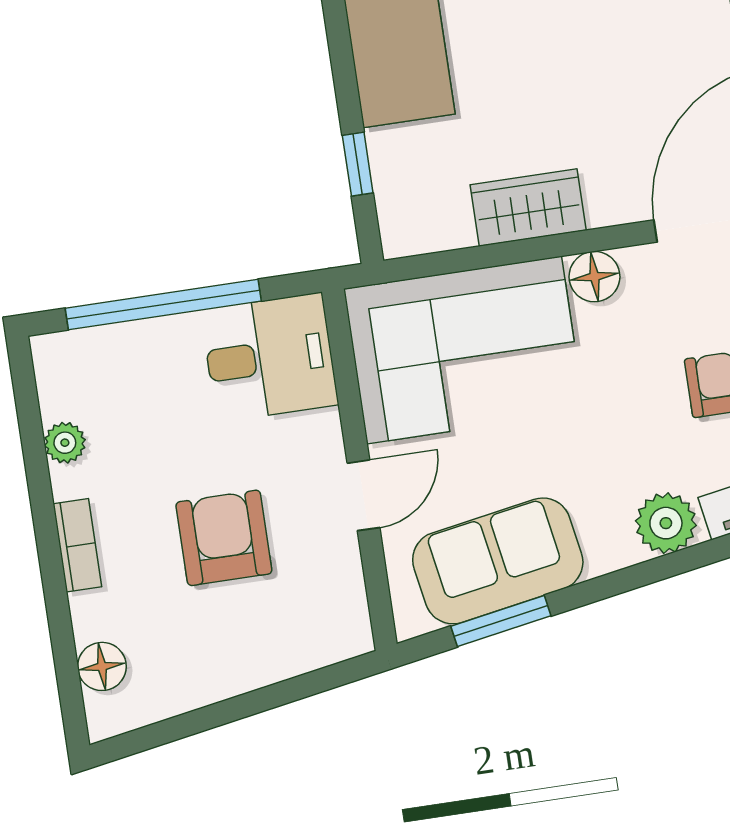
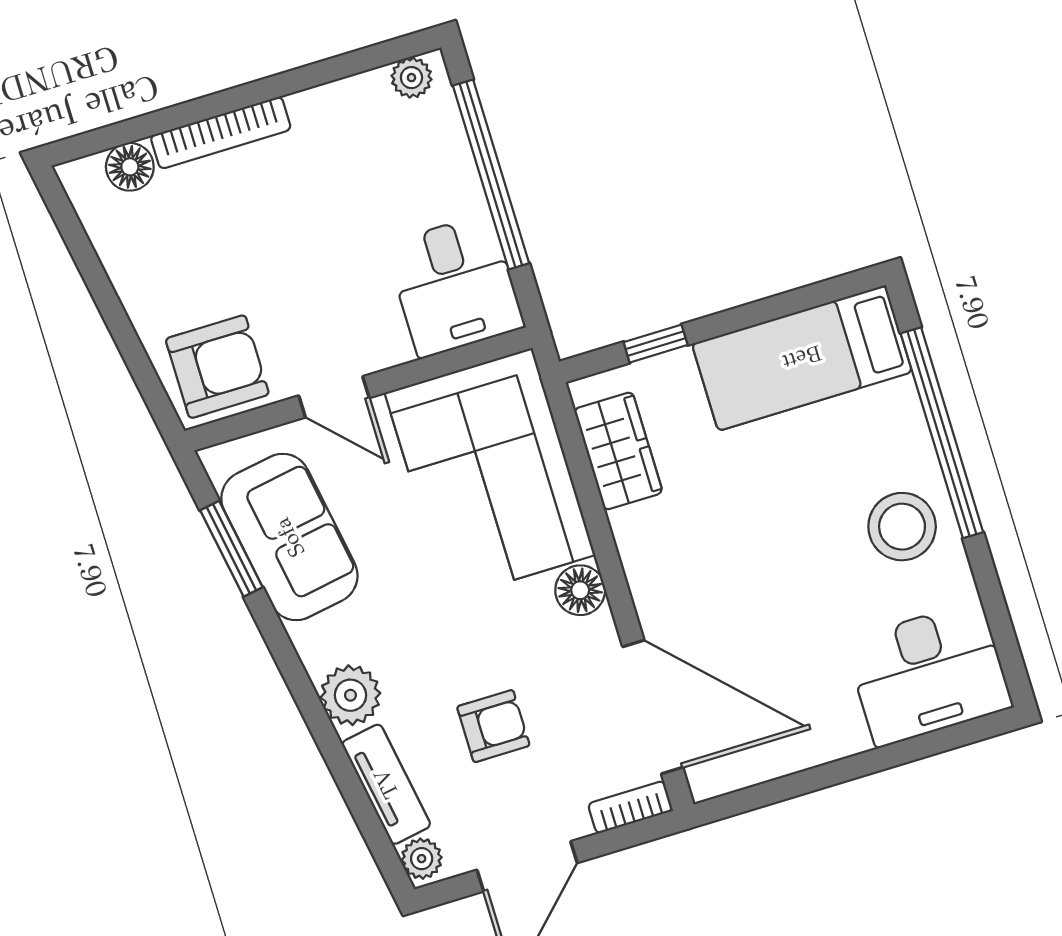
wardrobe: (528, 207) -> (618, 451), moved
plant: (65, 443) -> (411, 78), moved
armchair: (224, 538) -> (217, 367), moved
bookcase: (77, 545) -> (221, 133), width x1.56

